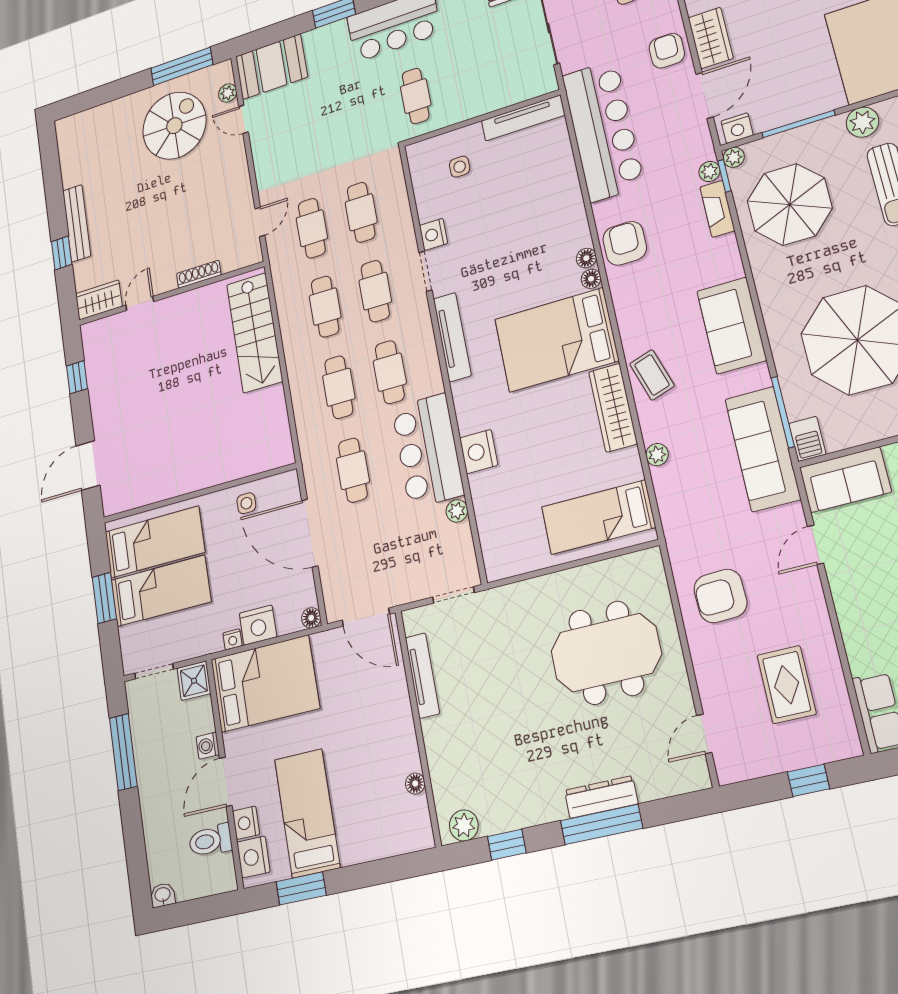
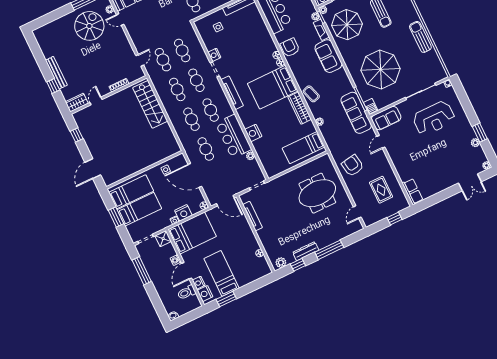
sofa: (732, 325) -> (328, 56), moved
armchair: (720, 596) -> (353, 166), turned 82
dresser: (601, 797) -> (306, 251), moved

